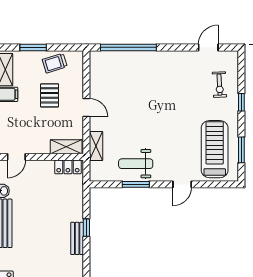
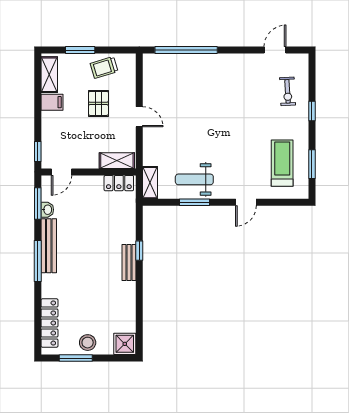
shelving: (96, 146) -> (150, 183), moved
treadmill: (215, 149) -> (282, 163), width x0.73, depth x0.73

